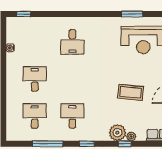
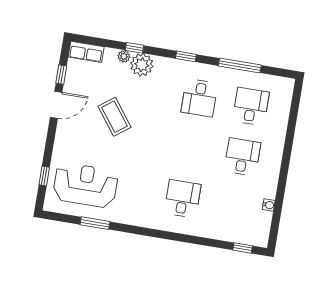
desk: (35, 79) -> (242, 157), turned 180
coffee table: (131, 92) -> (114, 117), turned 47
desk: (35, 116) -> (251, 106), turned 180

